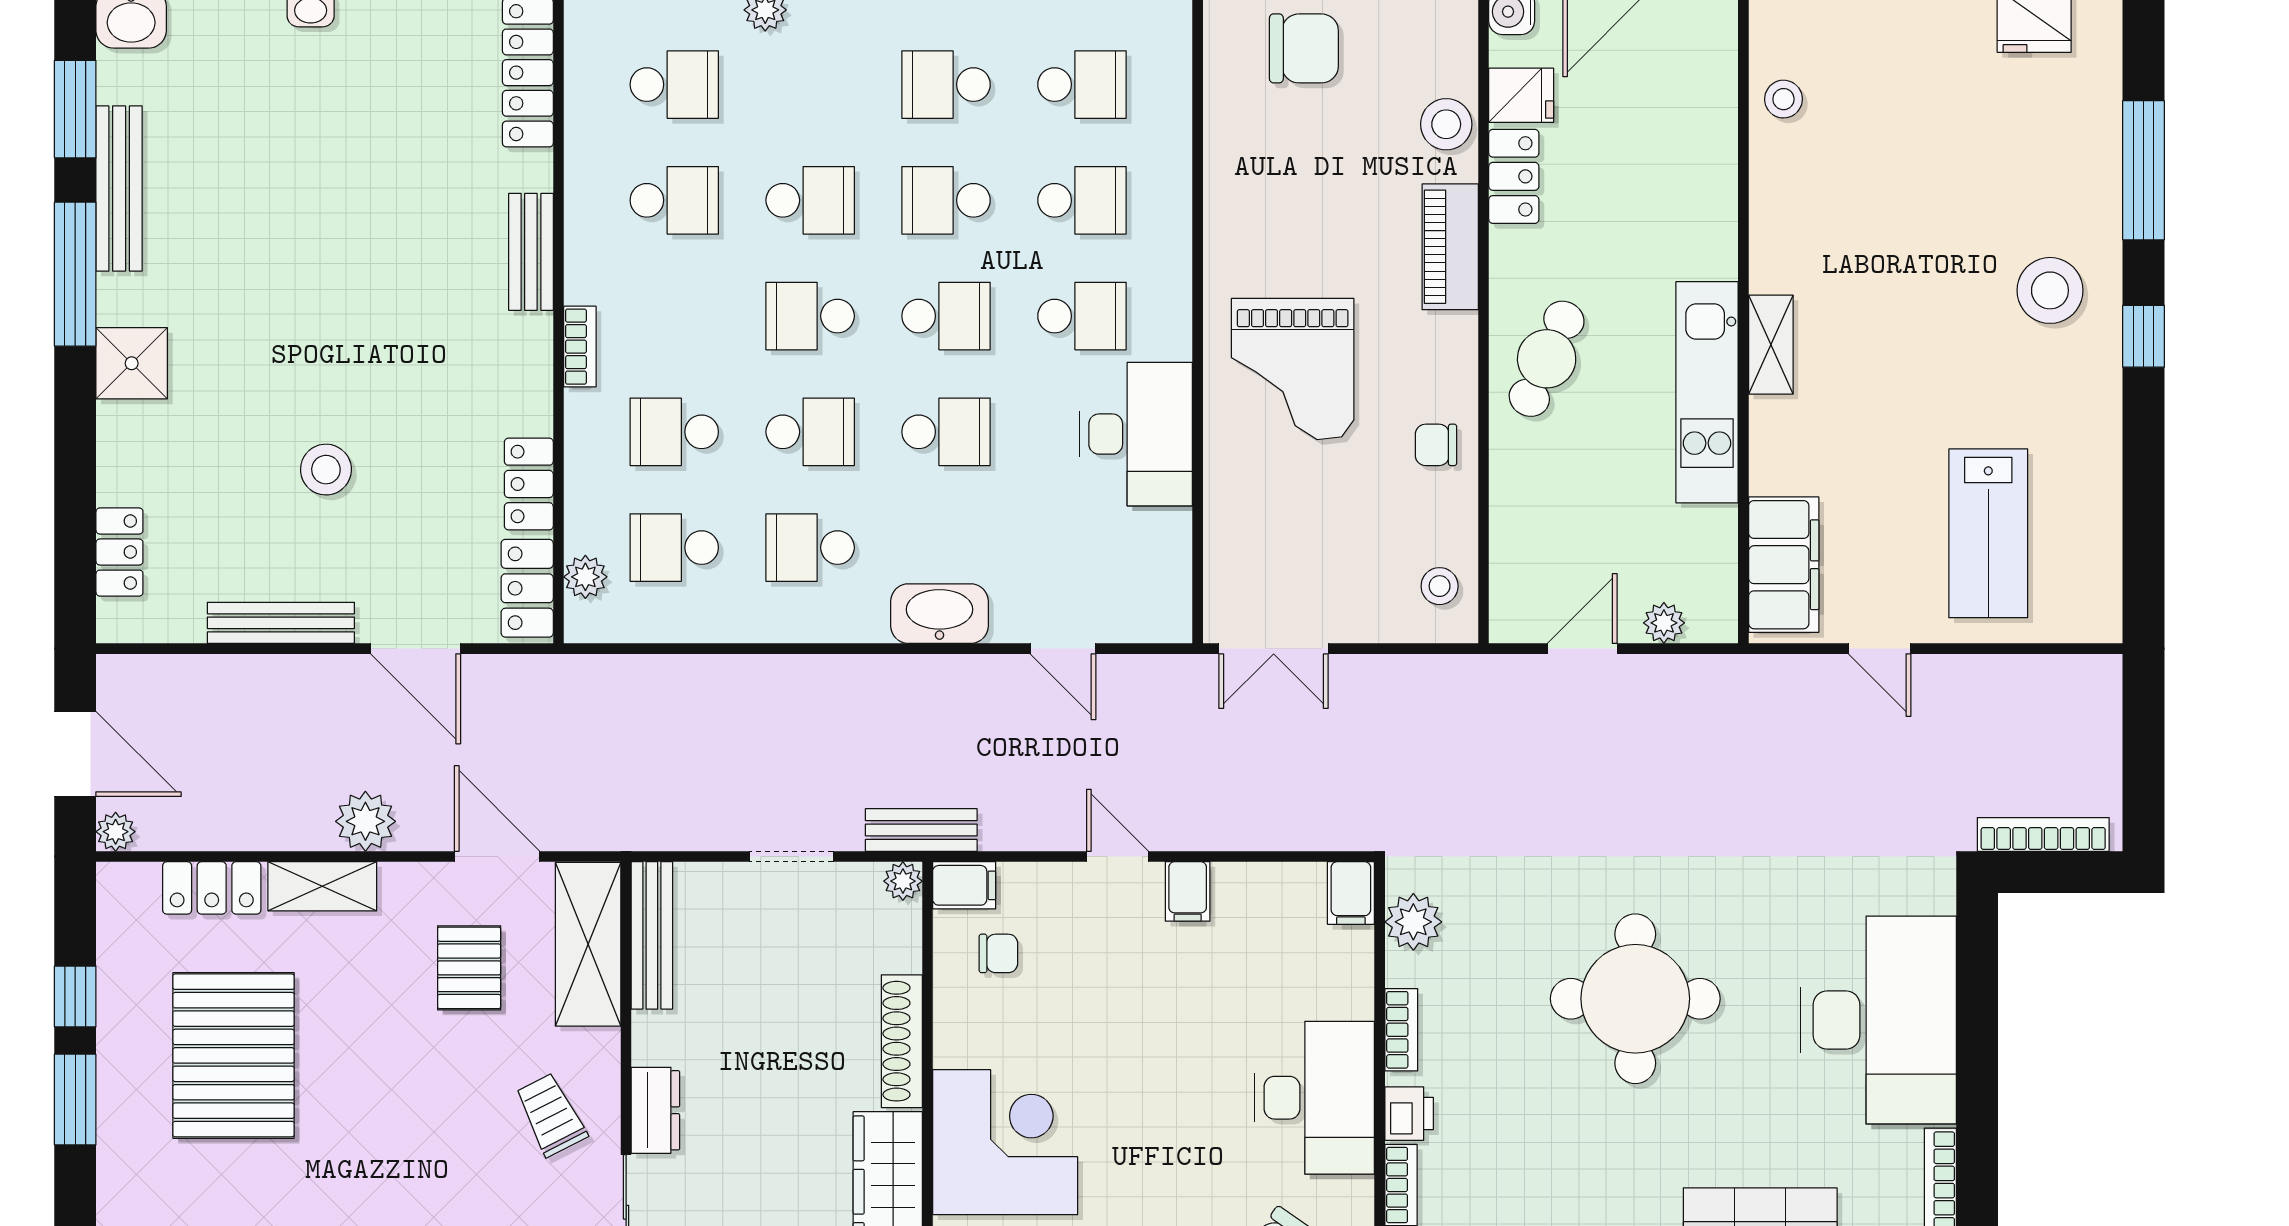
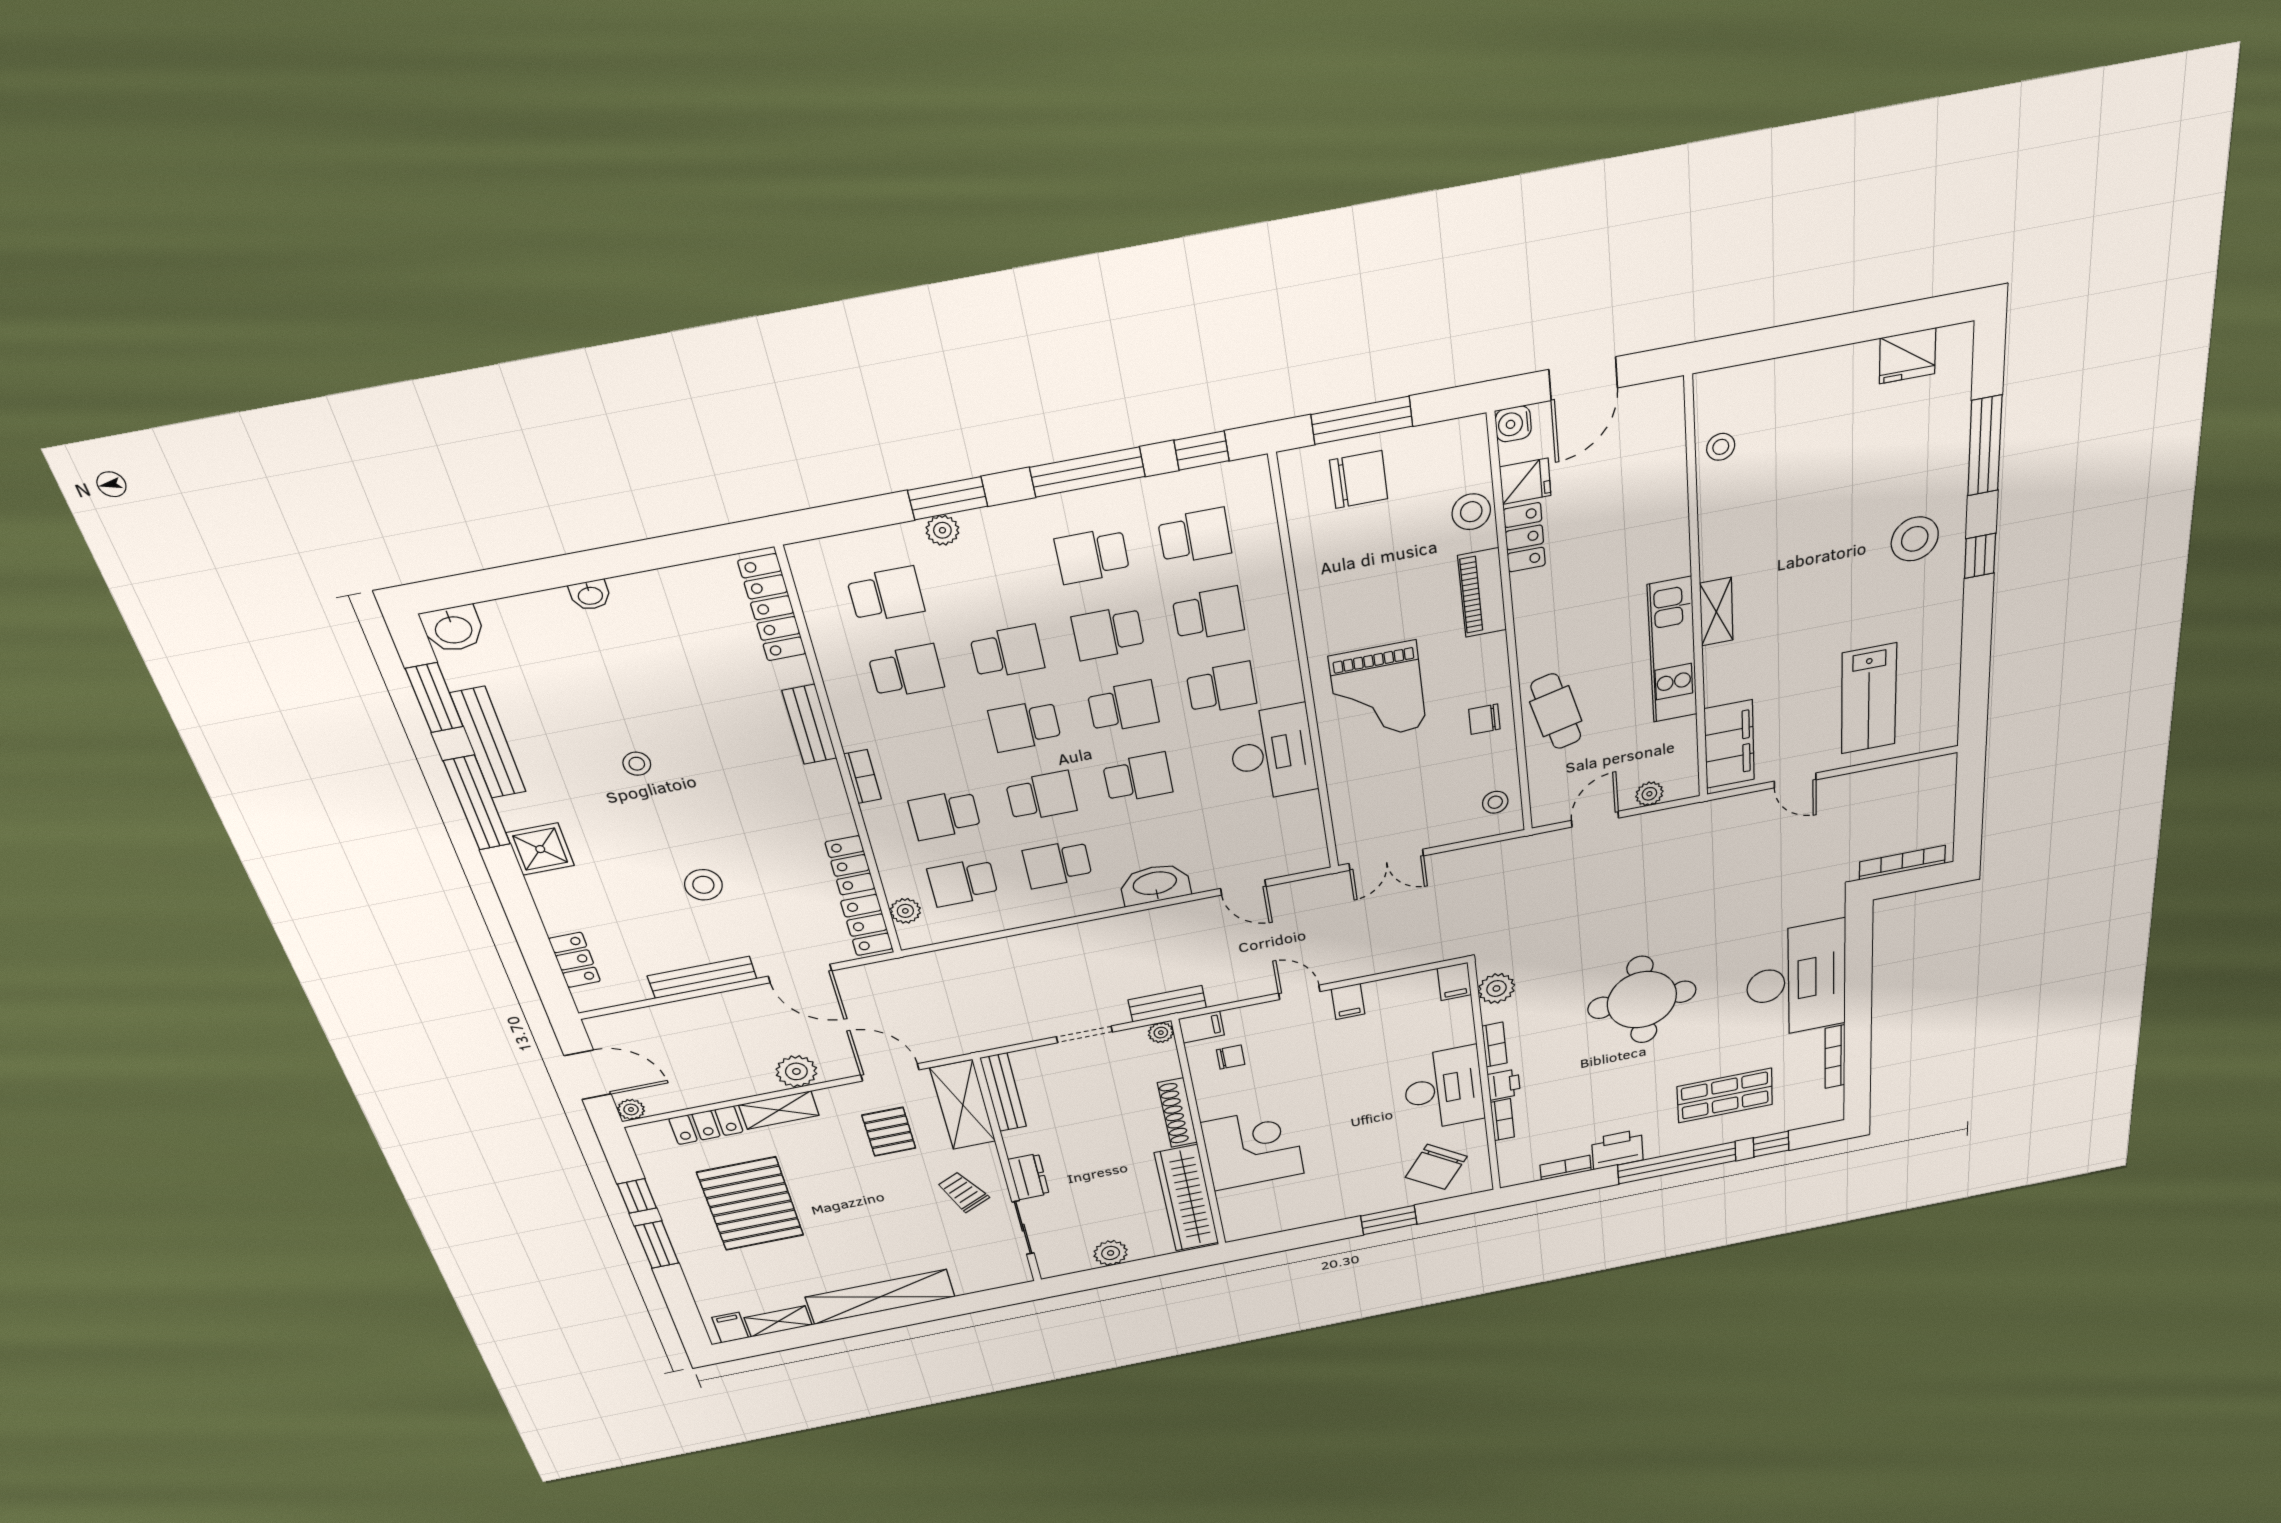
stool: (295, 261) -> (637, 764), added
cafe table: (1547, 359) -> (1556, 711), moved, turned -38

